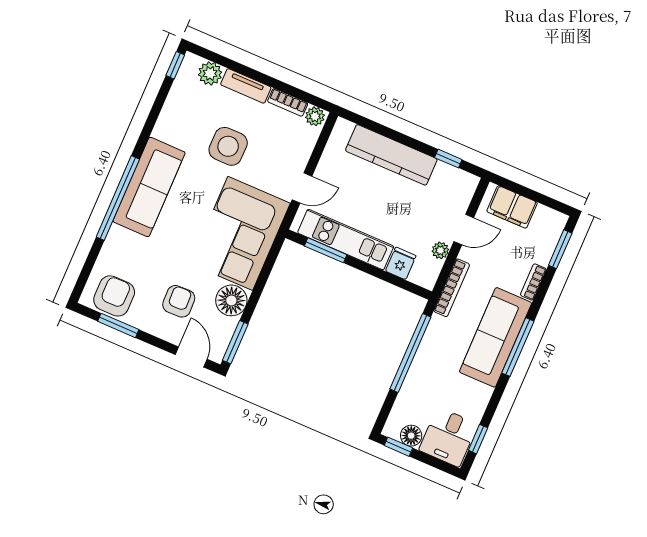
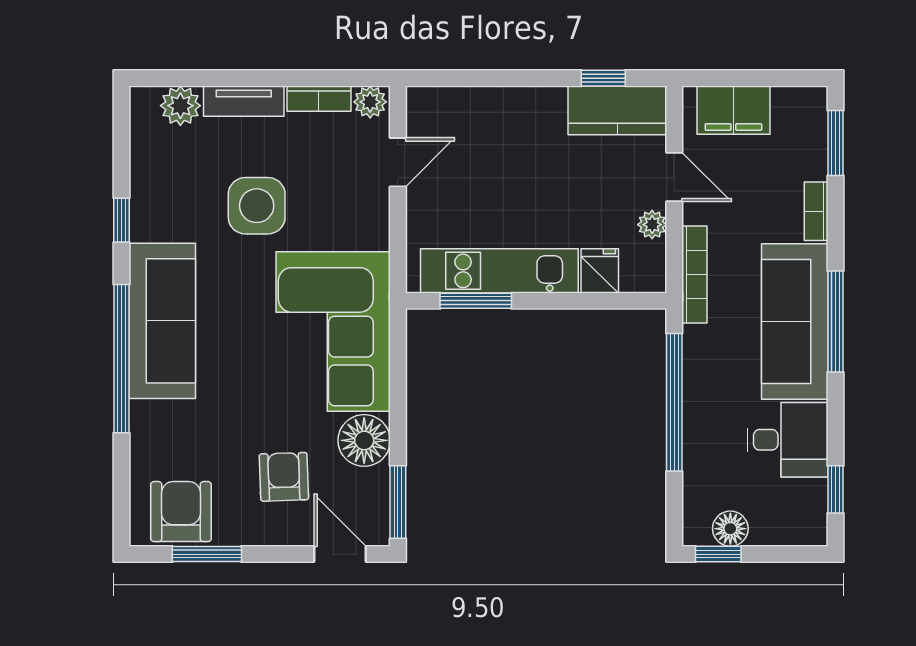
window: (175, 65) -> (121, 220), moved
kitchen counter: (391, 155) -> (617, 110), moved, width x0.67
door: (302, 188) -> (398, 162), moved
door: (464, 230) -> (674, 177), hinge flipped
desk: (448, 437) -> (787, 440), moved, turned -90

